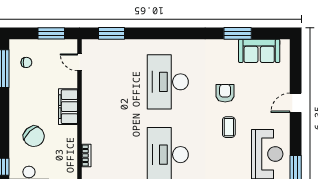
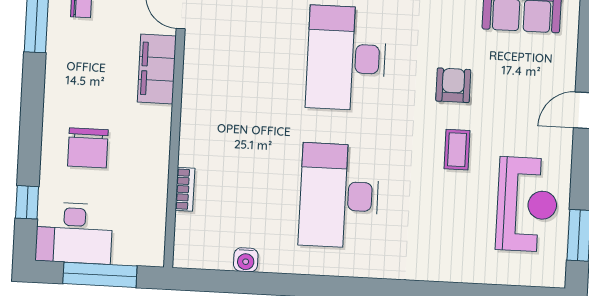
filing cabinet: (68, 107) -> (157, 69), moved
chair: (34, 136) -> (88, 148), turned 43

